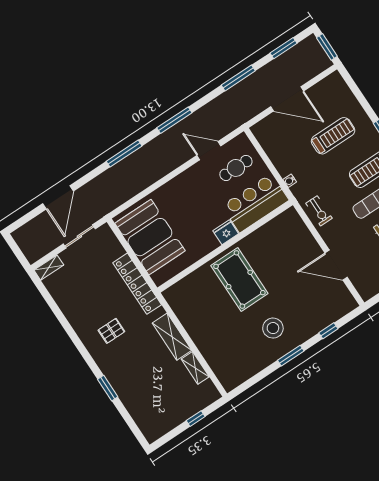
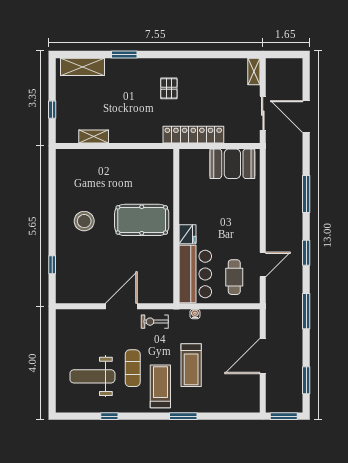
window: (238, 78) -> (306, 311), moved
window: (174, 120) -> (306, 253), width x0.69
treadmill: (333, 136) -> (191, 365), moved
booth: (150, 237) -> (232, 164), width x0.73, depth x0.70
door: (336, 265) -> (121, 306), moved
shelving: (172, 337) -> (83, 67), moved
window: (291, 356) -> (52, 221), removed

